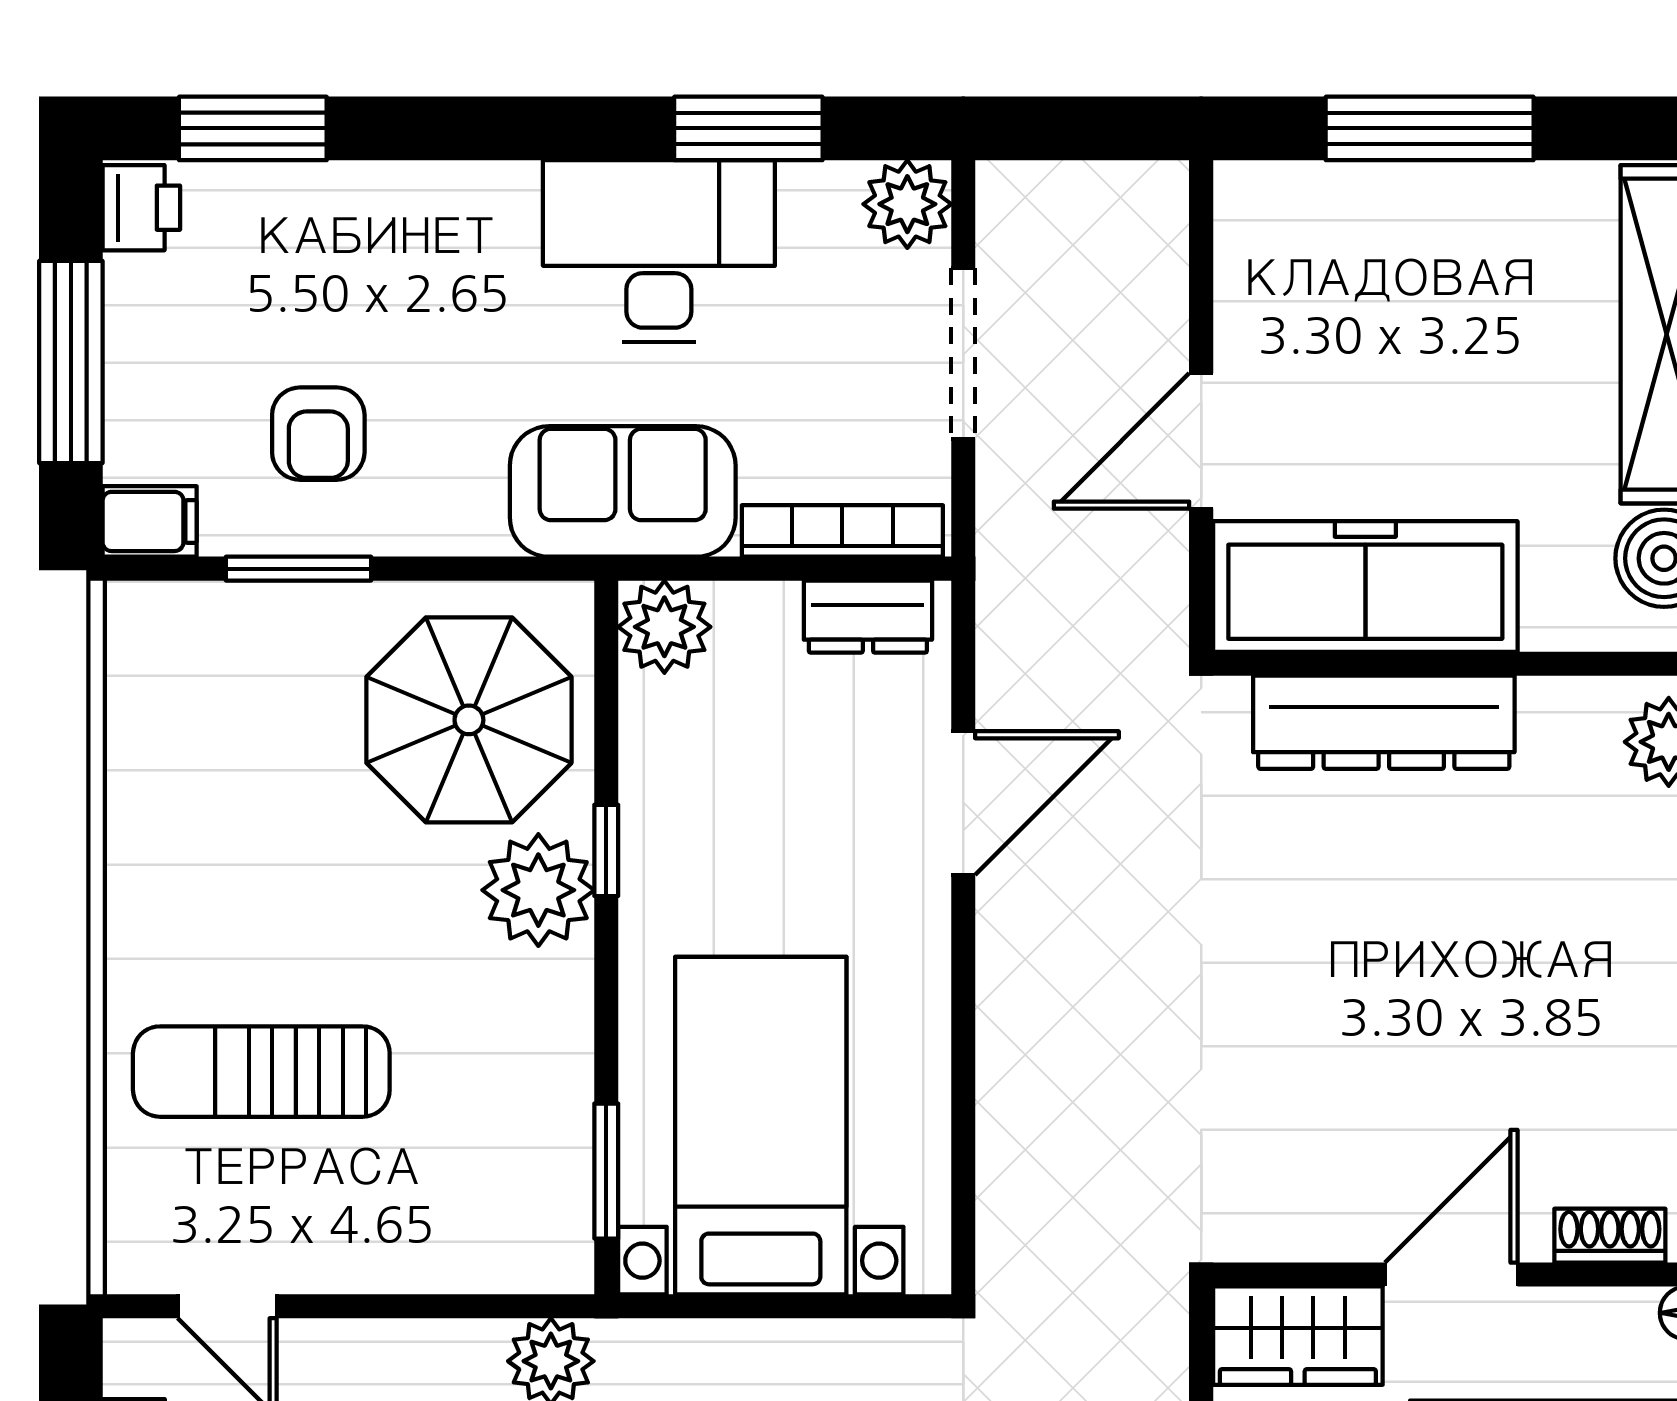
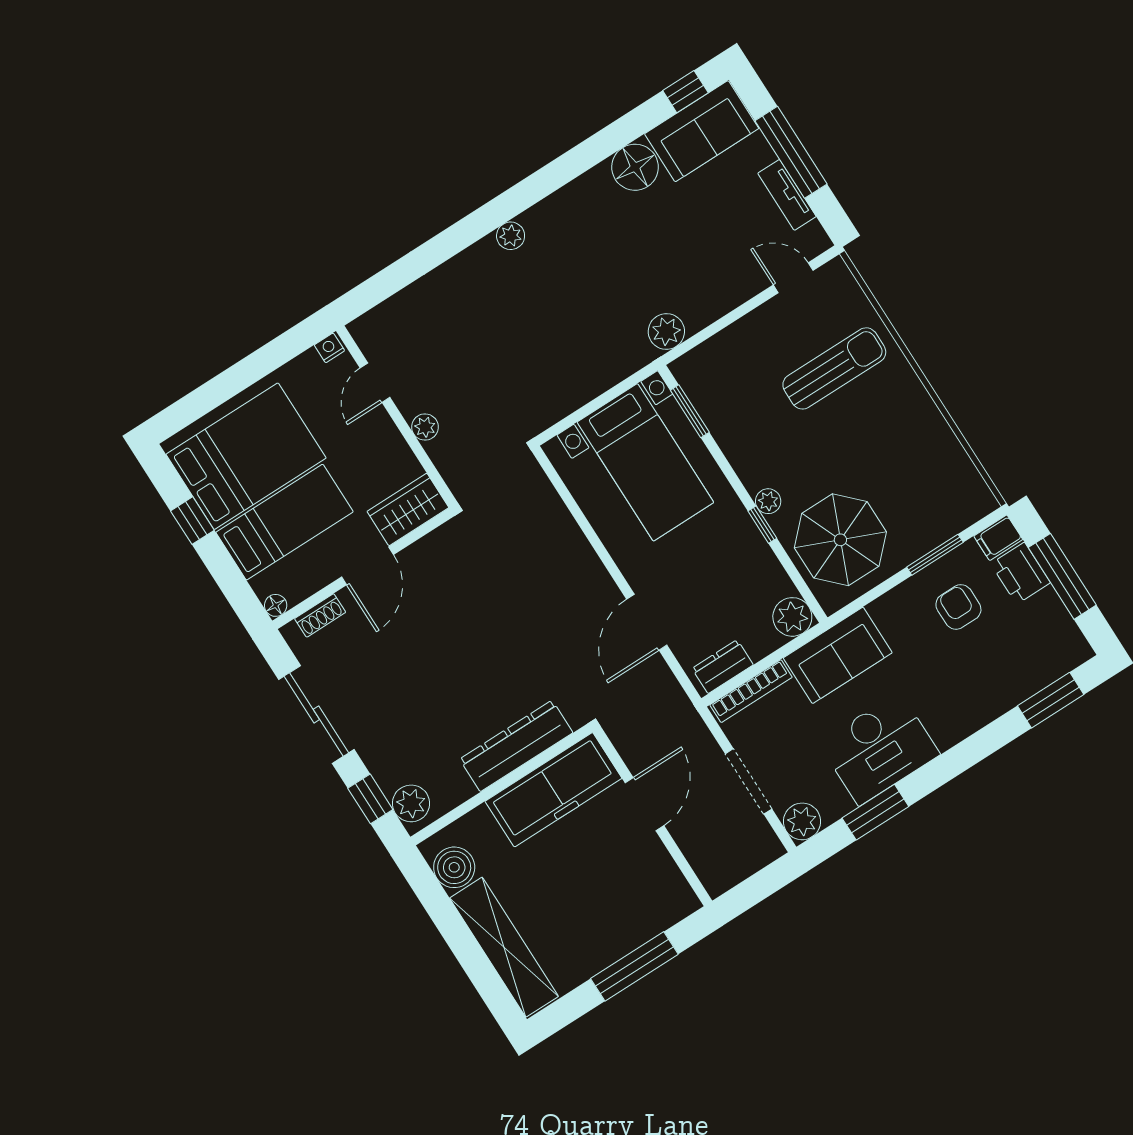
printer: (141, 208) -> (1020, 573), moved, width x1.36, depth x1.24
plant: (538, 890) -> (768, 501), width x0.53, depth x0.53

